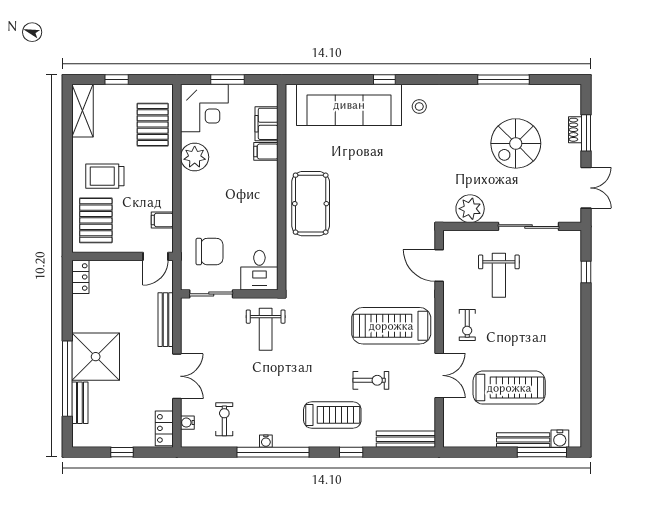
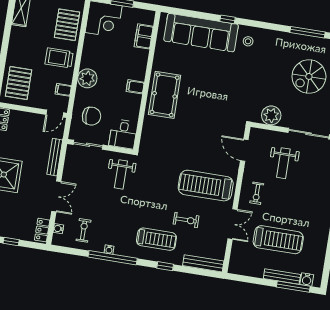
filing cabinet: (266, 151) -> (135, 87), moved
plant: (195, 157) -> (87, 78), moved
trolley: (105, 176) -> (59, 58), moved

